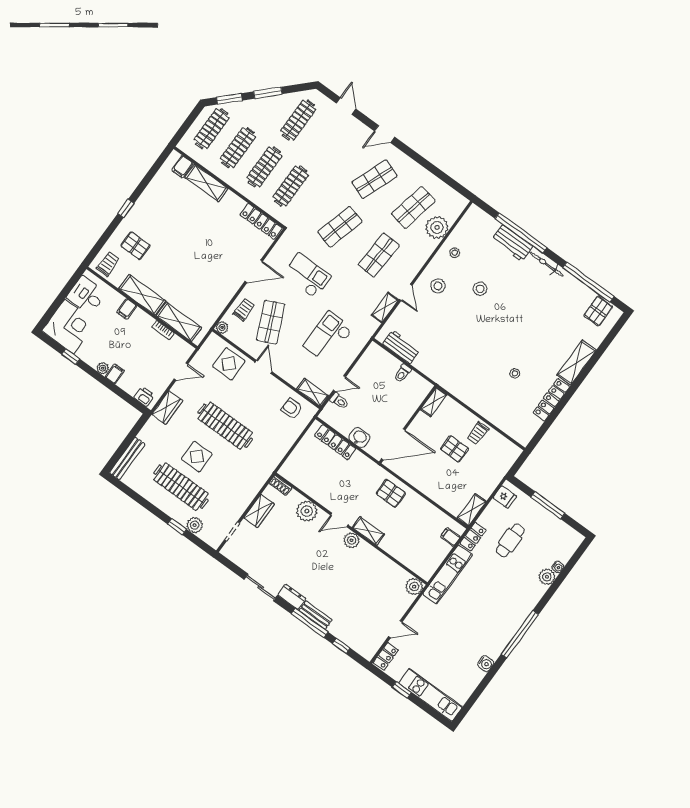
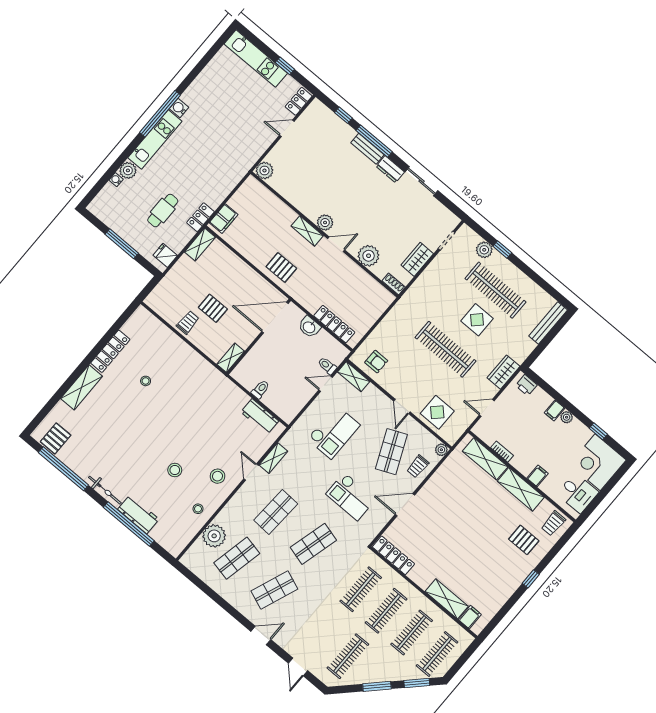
filing cabinet: (450, 537) -> (224, 219), width x2.00
kitchen unit: (448, 575) -> (155, 140), moved, turned 180
water cooler: (486, 664) -> (179, 108), moved

